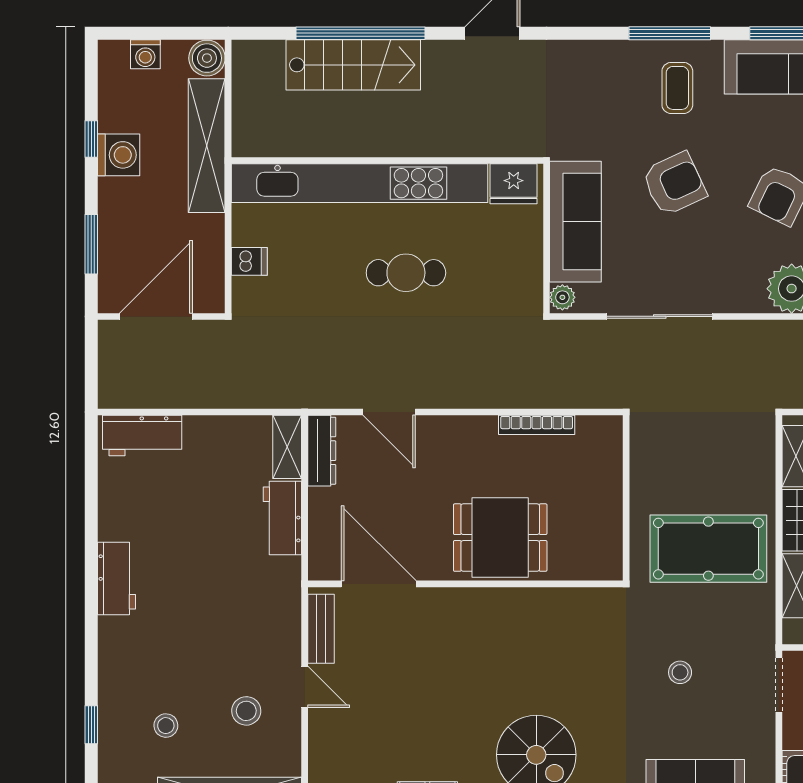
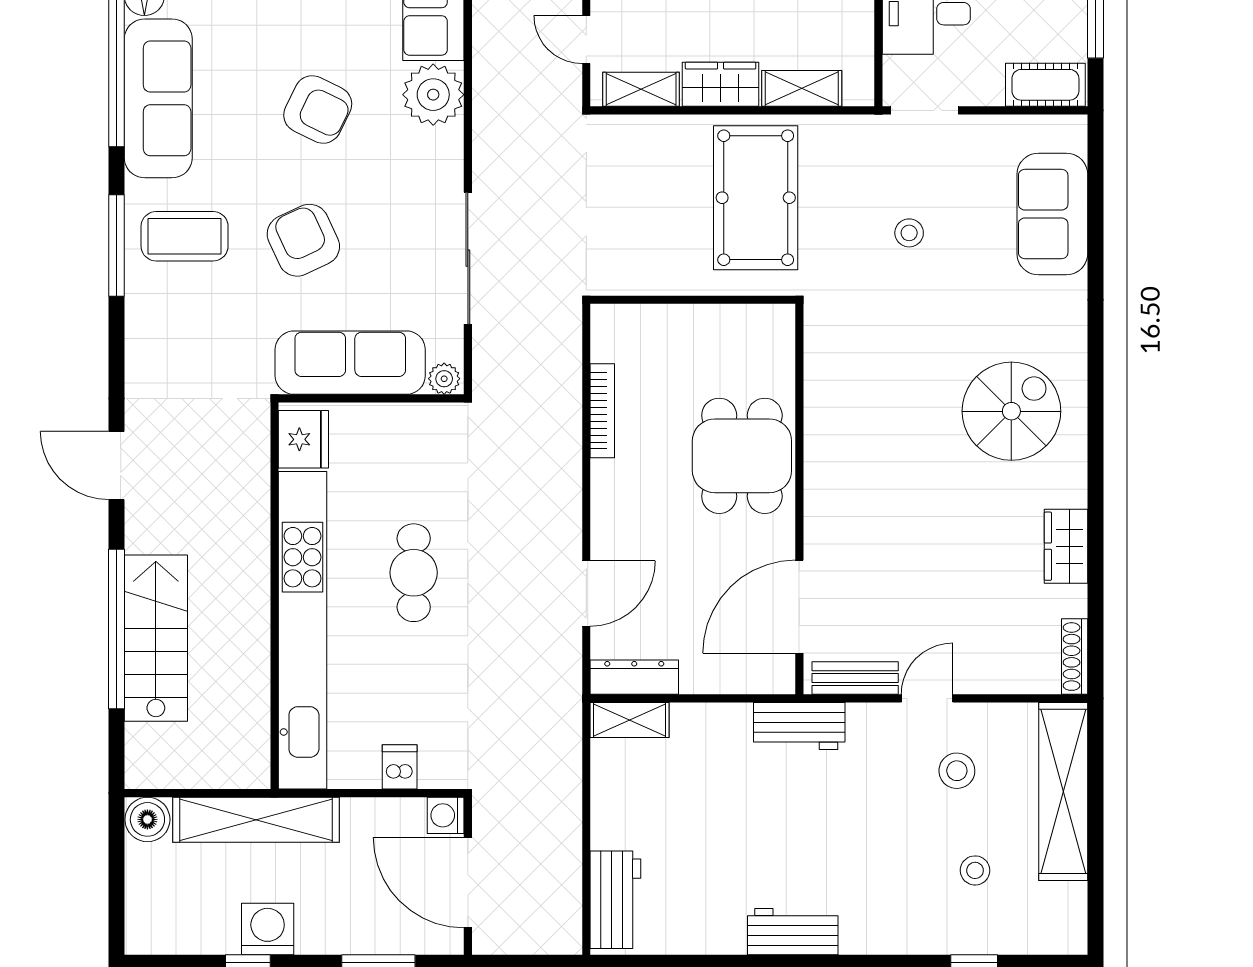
washing machine: (145, 54) -> (446, 815), moved, turned 180
coffee table: (677, 88) -> (185, 236), width x1.36, depth x1.30
workbench: (282, 518) -> (799, 726), moved

